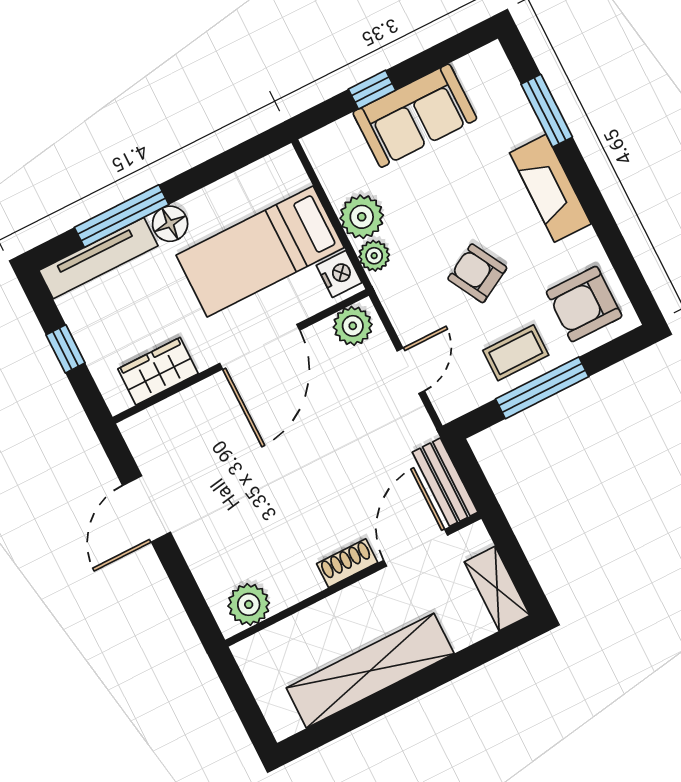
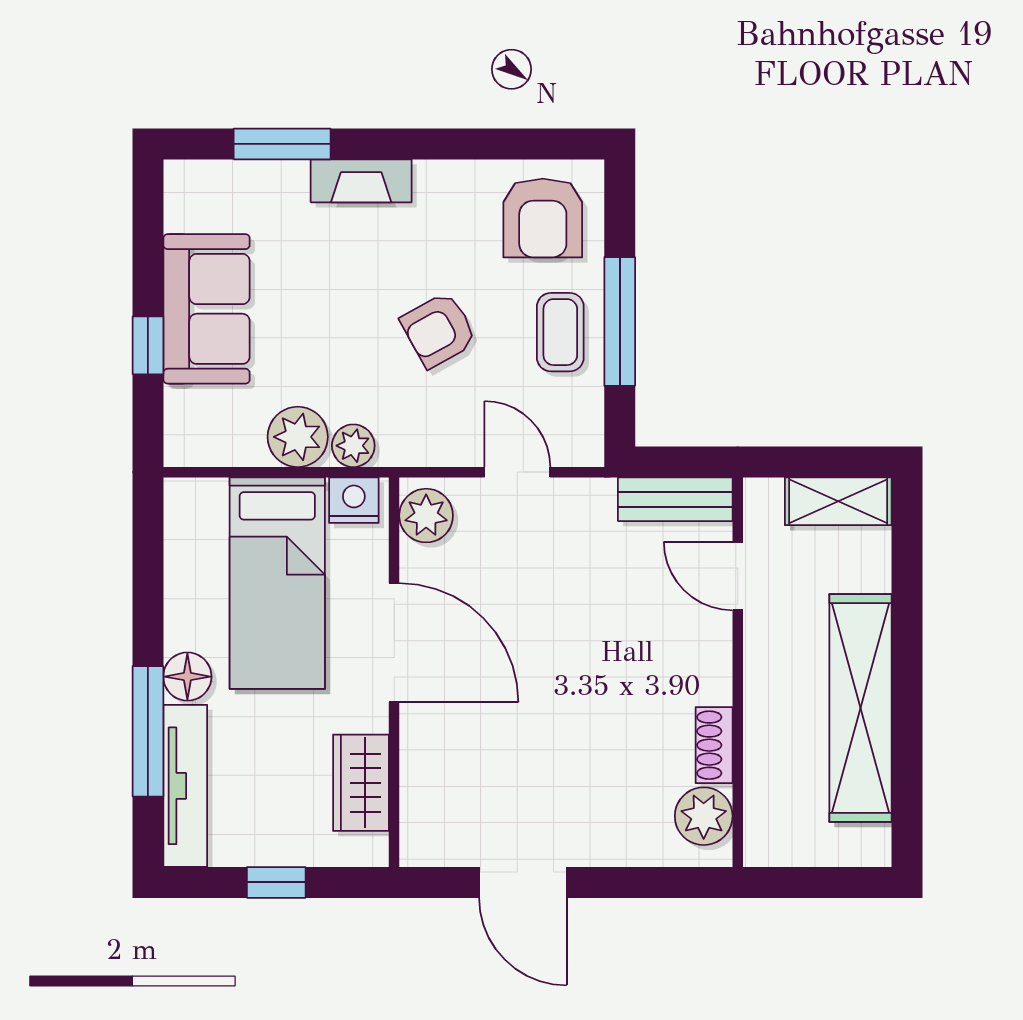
fireplace: (550, 188) -> (361, 181), width x0.73, depth x0.76
door: (416, 548) -> (738, 576), width x0.73
shoe rack: (347, 563) -> (714, 745), moved

